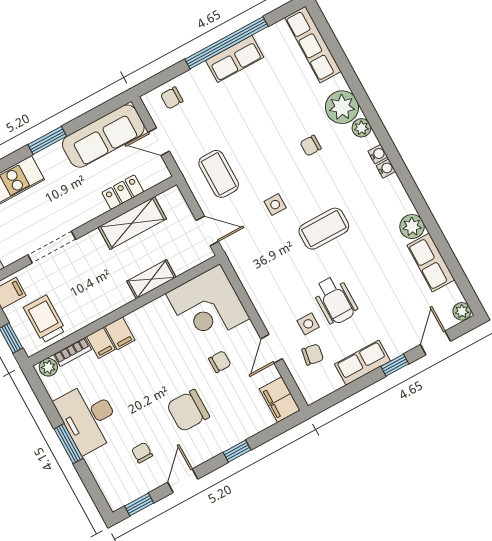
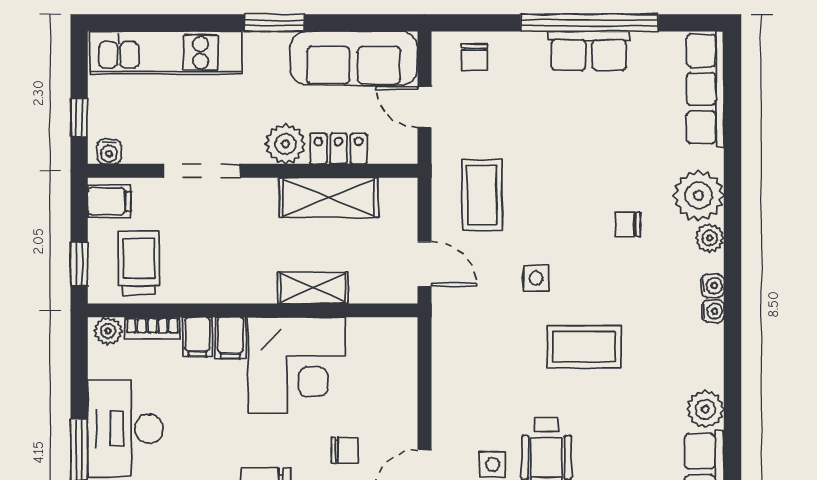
chair: (172, 98) -> (475, 57), turned -90
plant: (91, 206) -> (285, 144), added
corner desk: (208, 306) -> (297, 365), moved, turned -90

